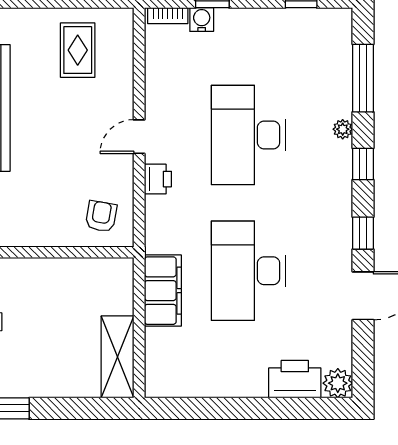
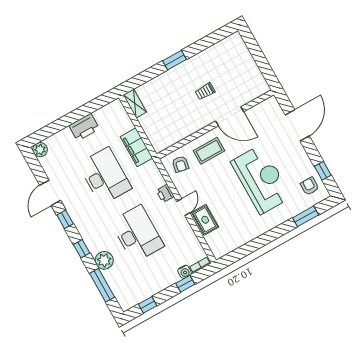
rug: (78, 50) -> (205, 220), moved
plant: (343, 129) -> (104, 260), width x1.87, depth x1.87
coffee table: (37, 212) -> (209, 151), added
shelving: (118, 357) -> (135, 103), width x0.67, depth x0.75
printer: (295, 379) -> (84, 127), moved

